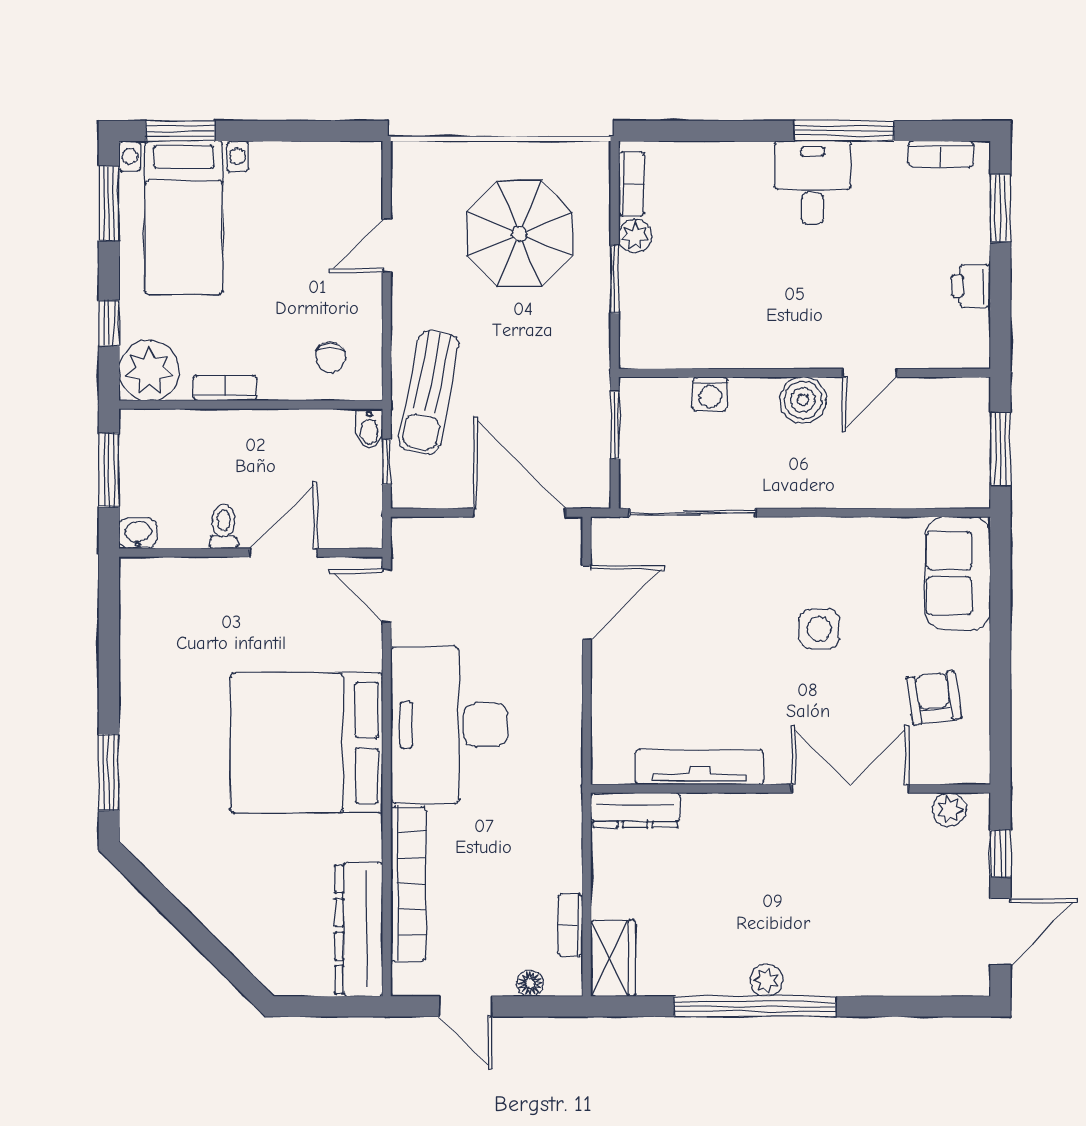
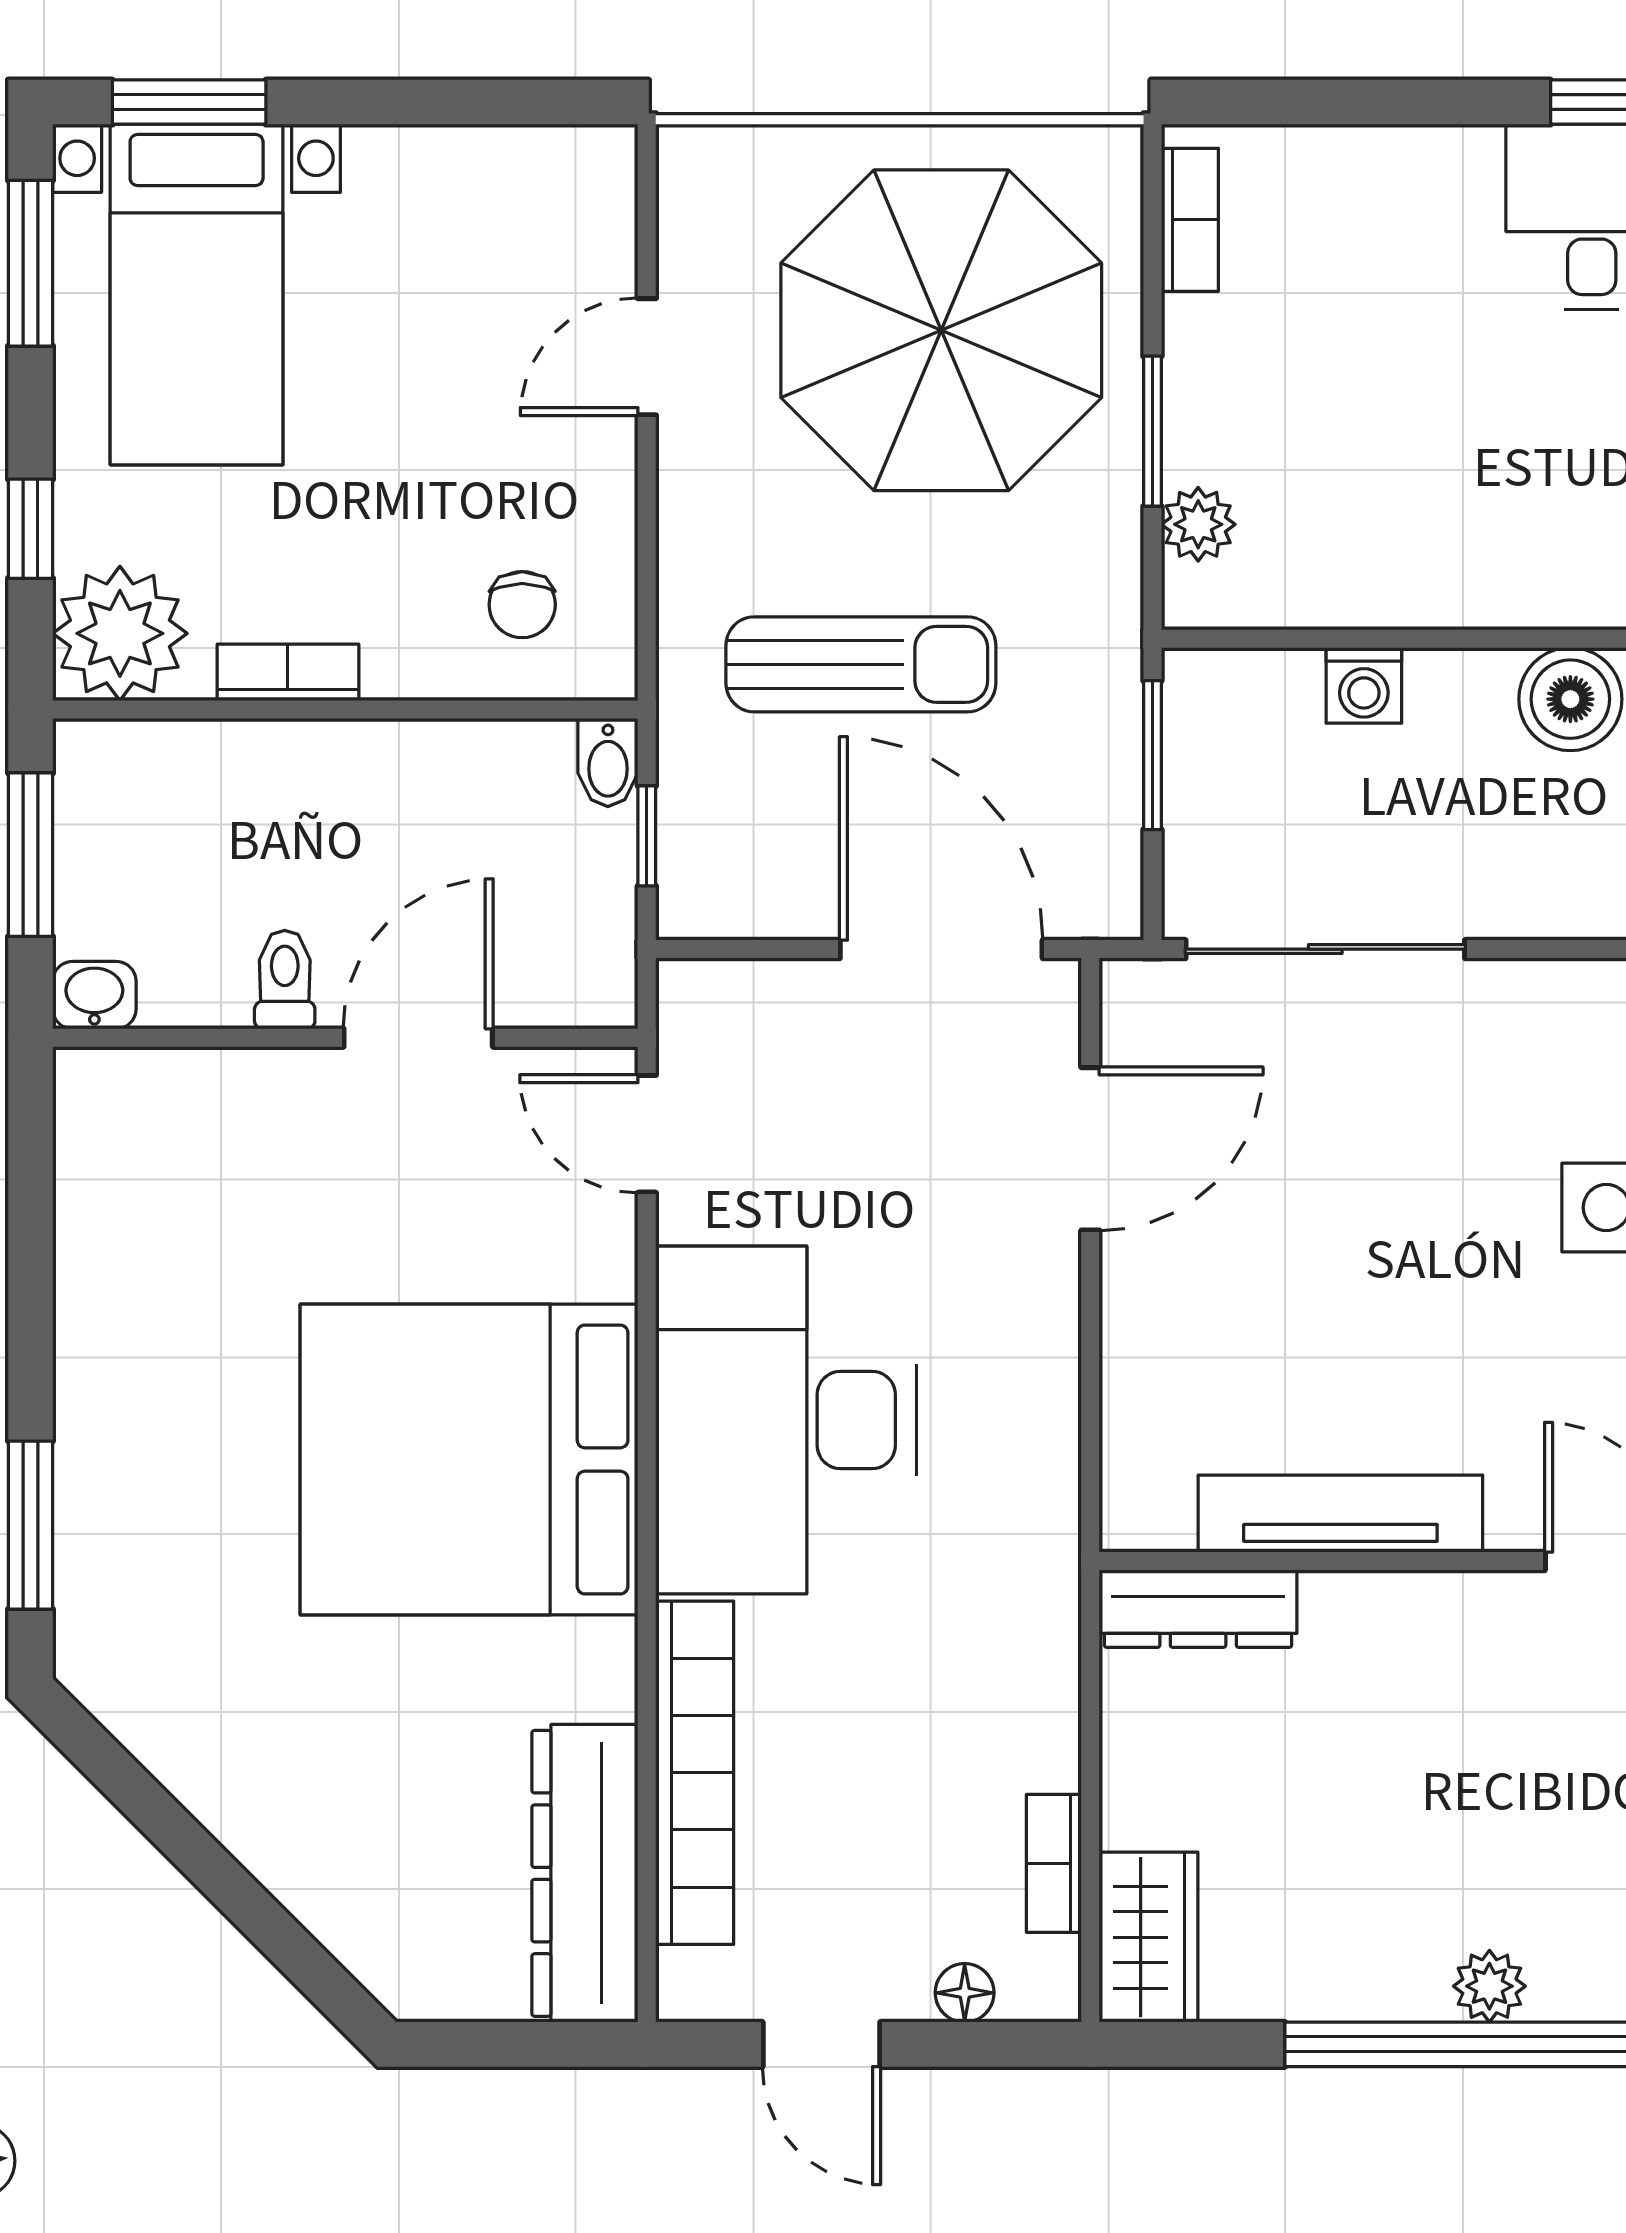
parasol: (519, 234) -> (941, 330), width x1.36, depth x1.36
plant: (635, 236) -> (1198, 524), moved
sun lounger: (429, 392) -> (861, 664), moved, turned -101

